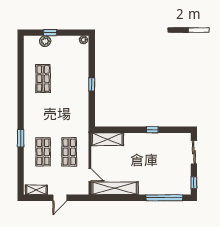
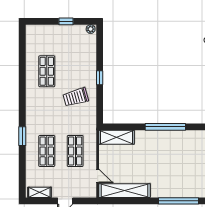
window: (50, 33) -> (66, 21), moved
plant: (45, 41) -> (49, 31), removed
trolley: (70, 102) -> (76, 97), added
window: (152, 130) -> (165, 127), width x3.17

